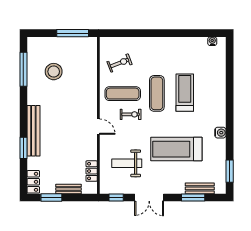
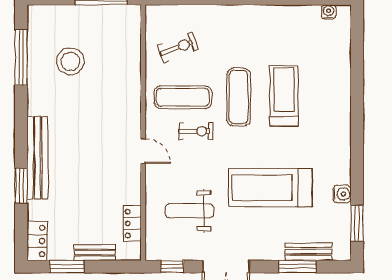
water cooler: (220, 133) -> (342, 194), moved

